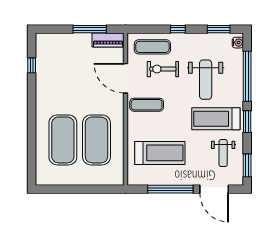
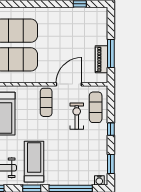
piano: (108, 40) -> (102, 59), moved
weight bench: (206, 80) -> (68, 153), removed

